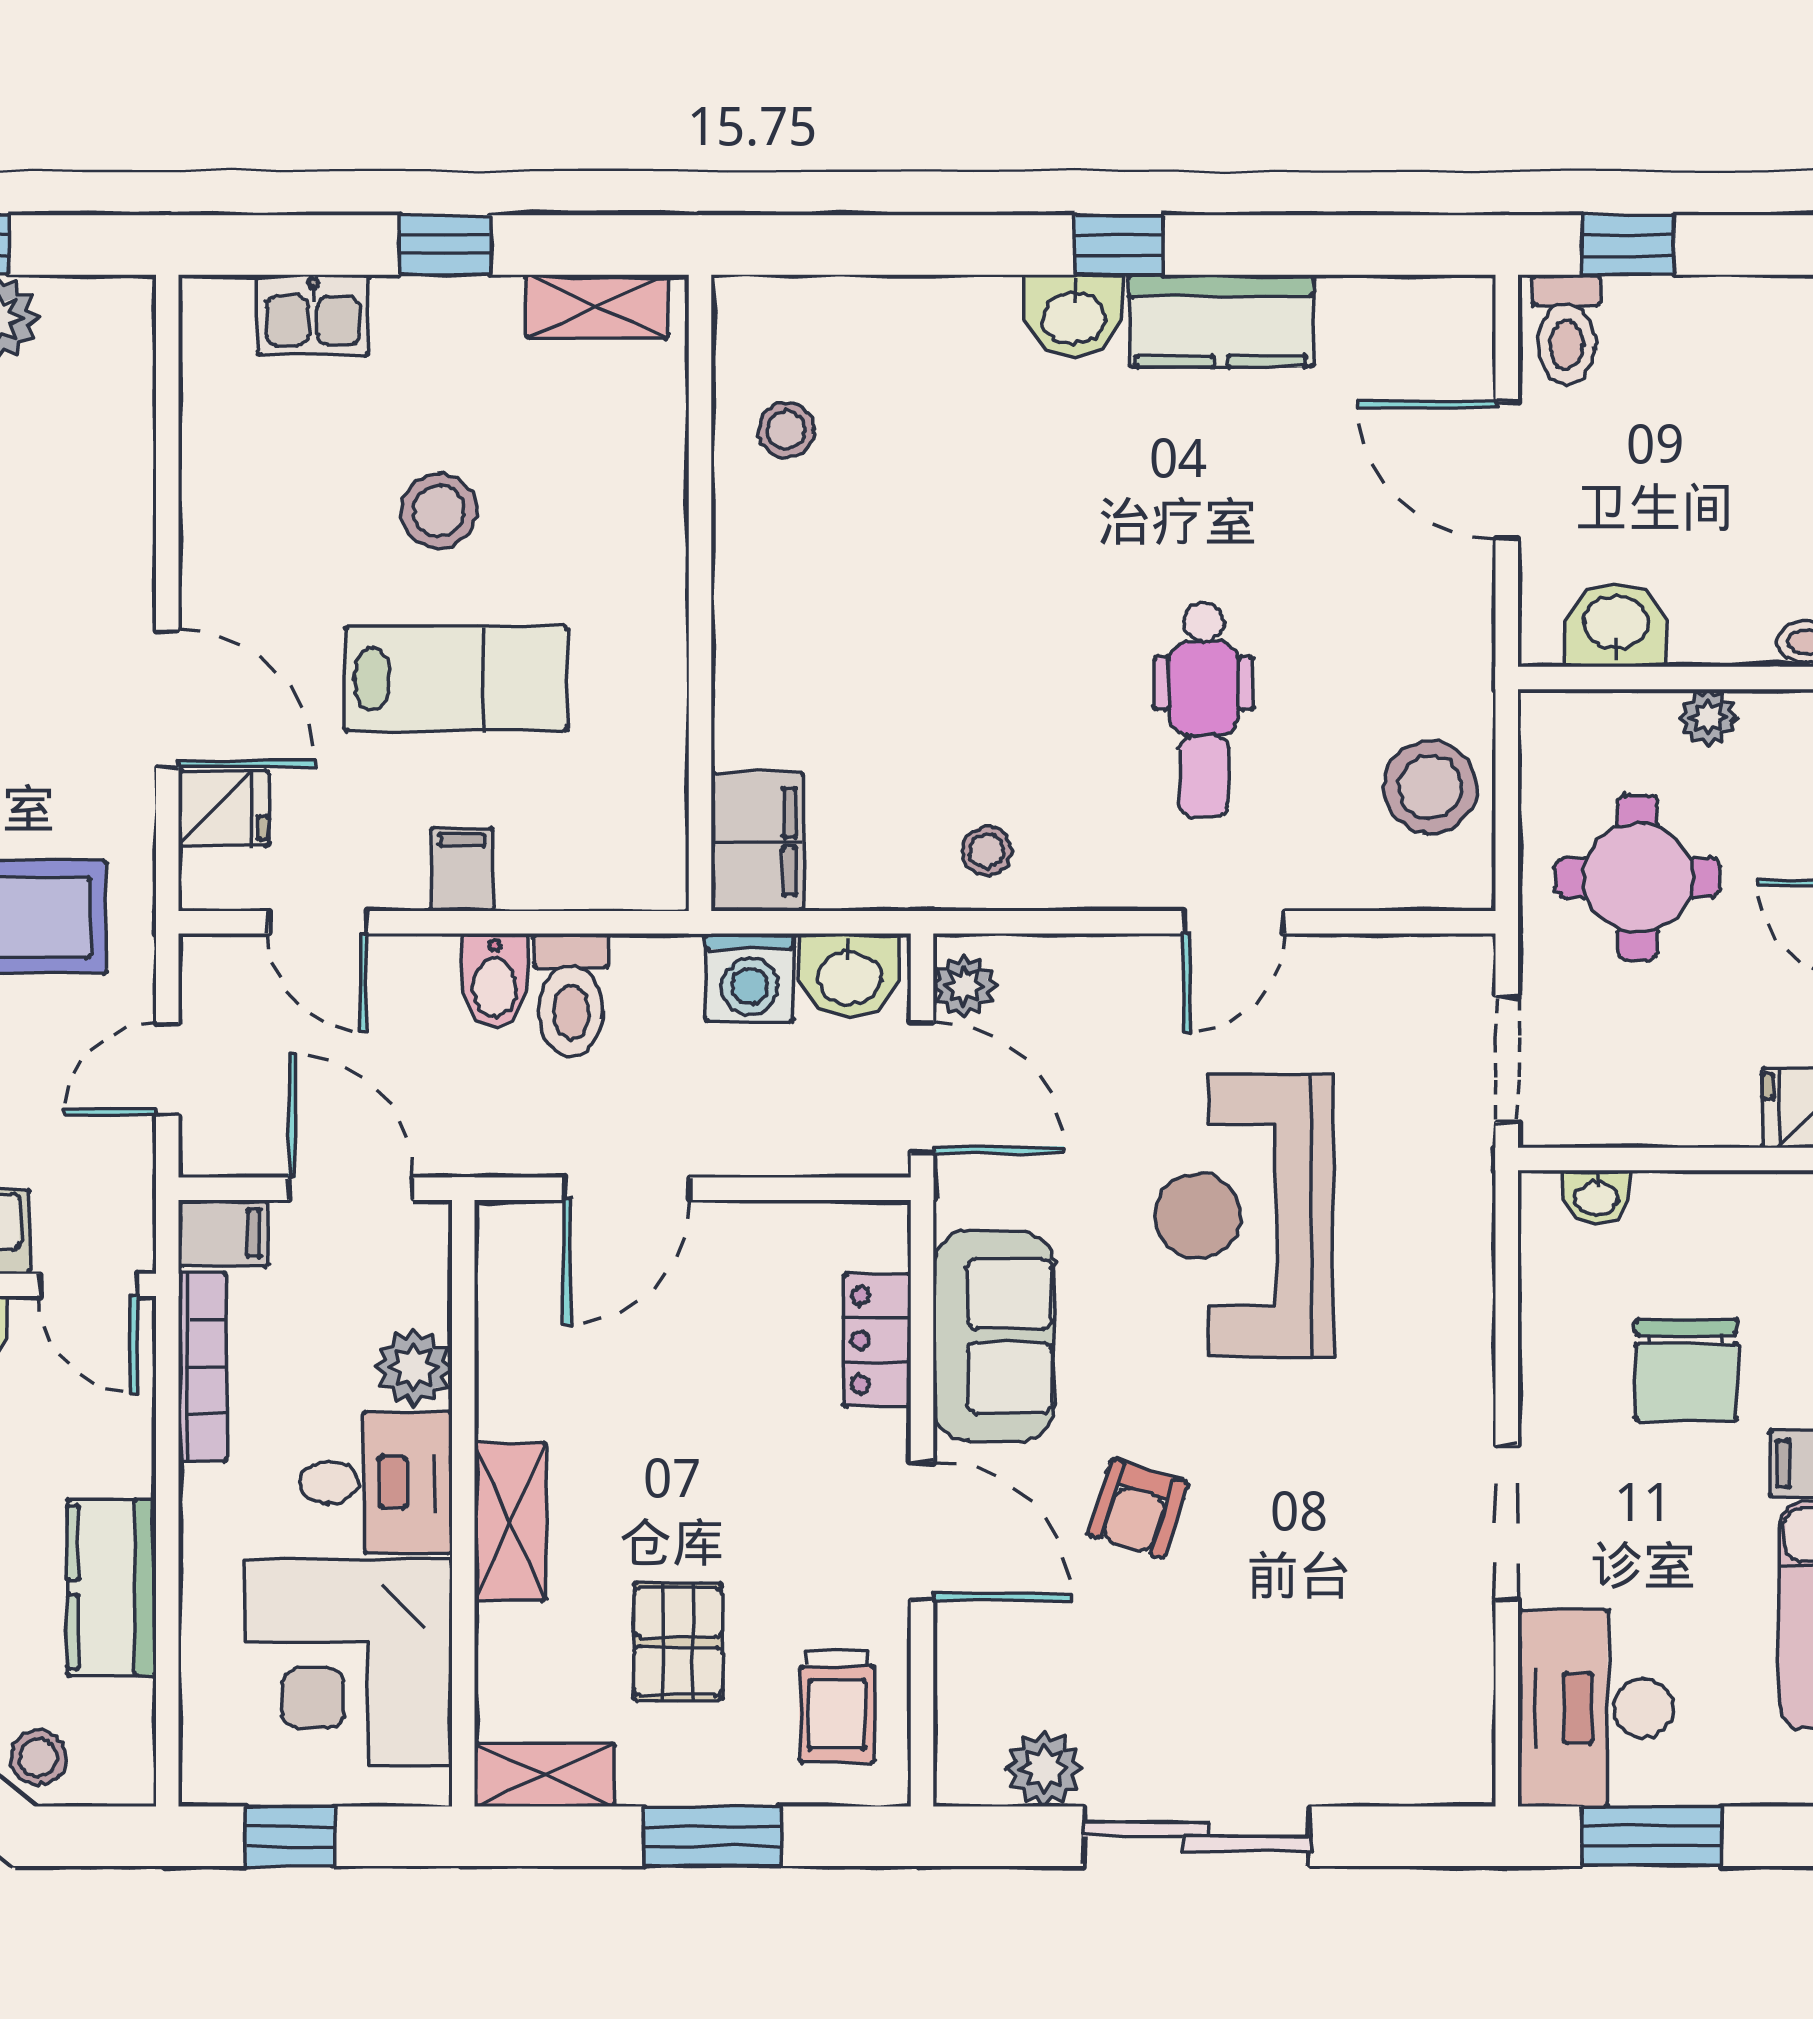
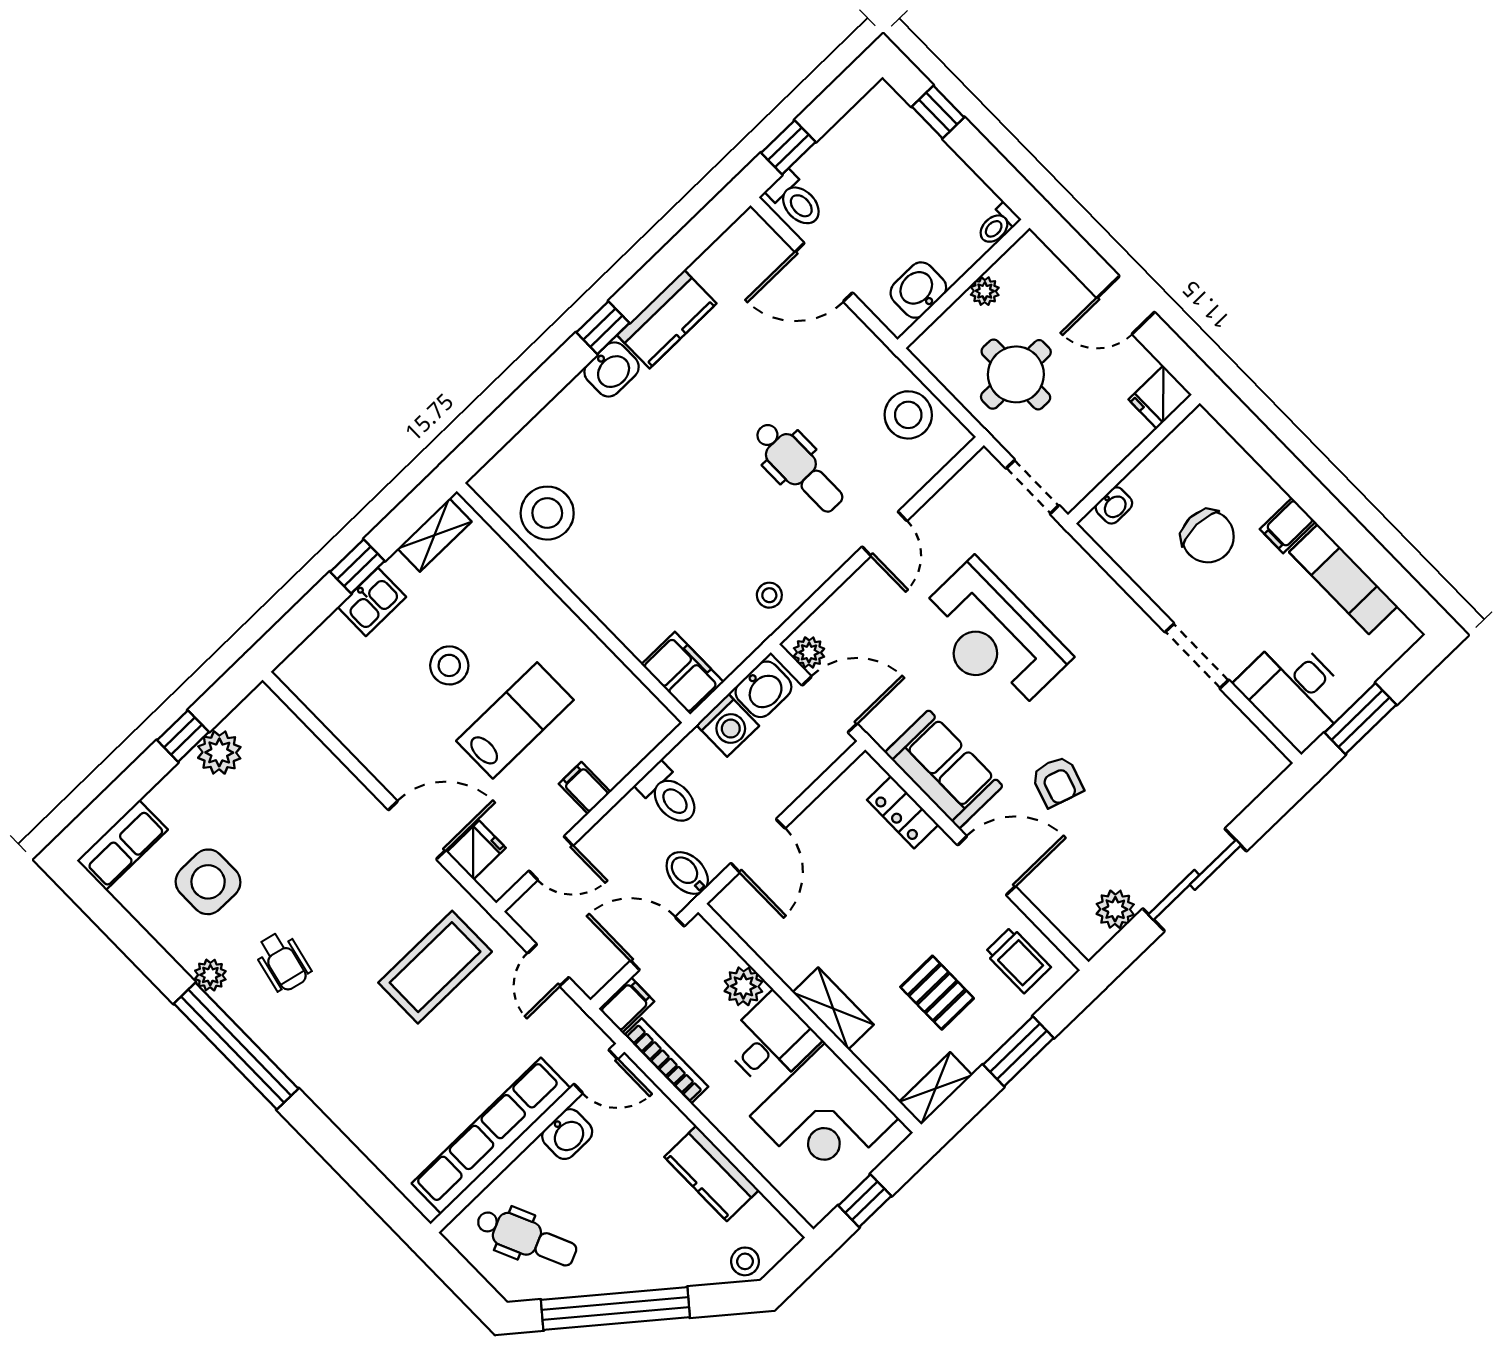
kitchen sink: (313, 315) -> (372, 602), moved
stool: (786, 430) -> (547, 513), width x1.89, depth x1.89
bidet: (495, 981) -> (687, 873), moved, turned 180

